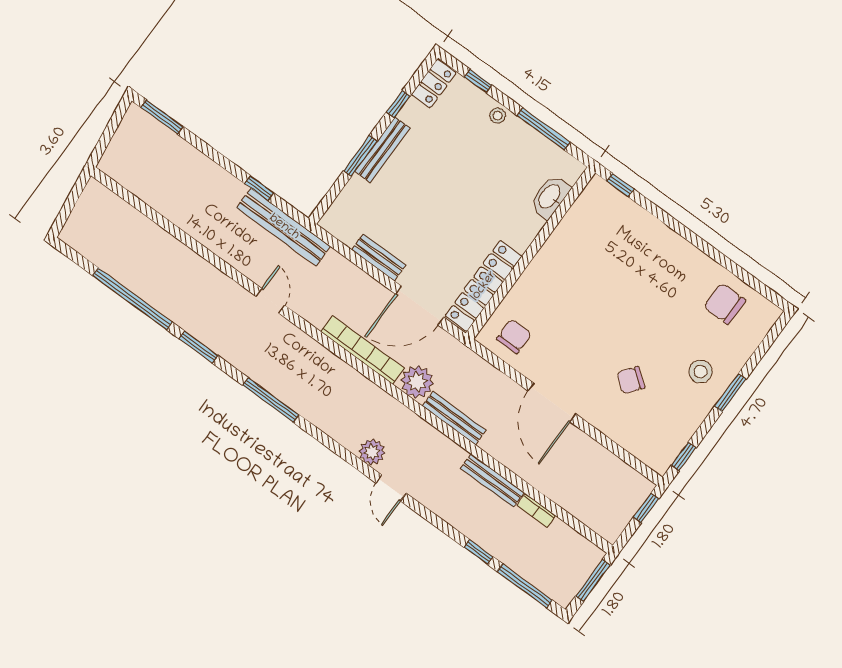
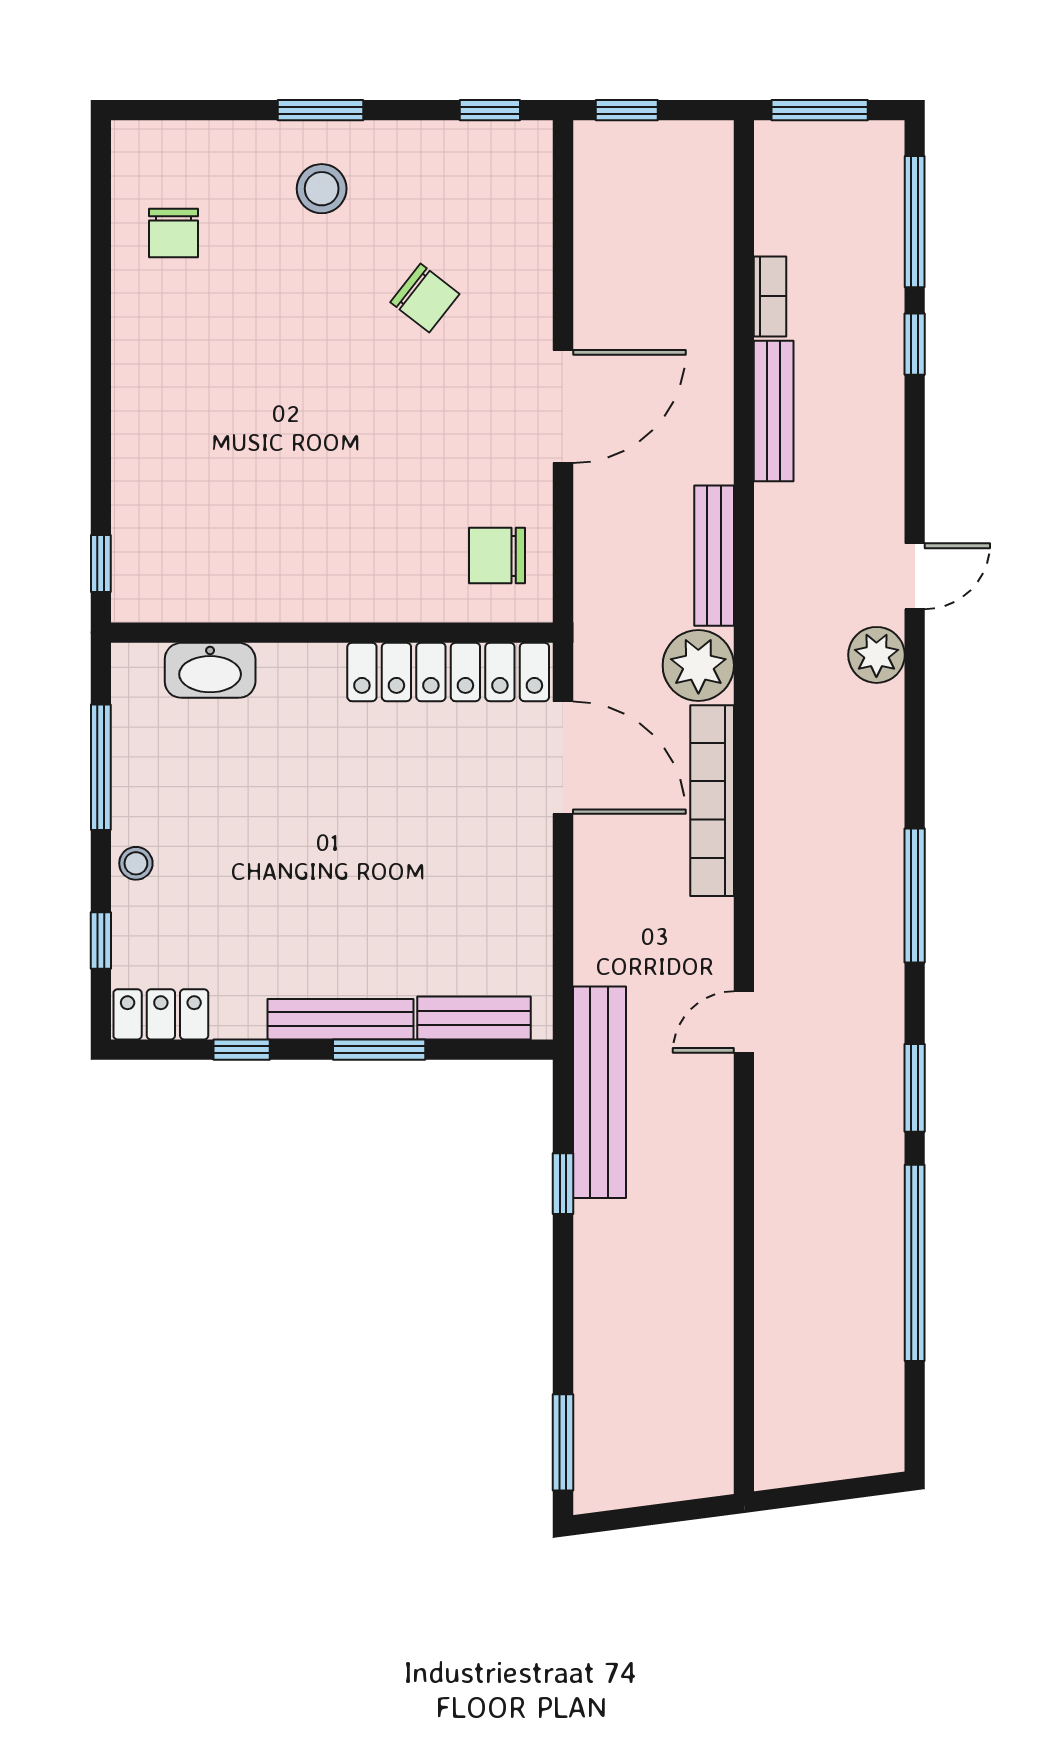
bench: (379, 257) -> (474, 1018), moved, turned 90
chair: (725, 304) -> (174, 233), width x0.73, depth x0.73

